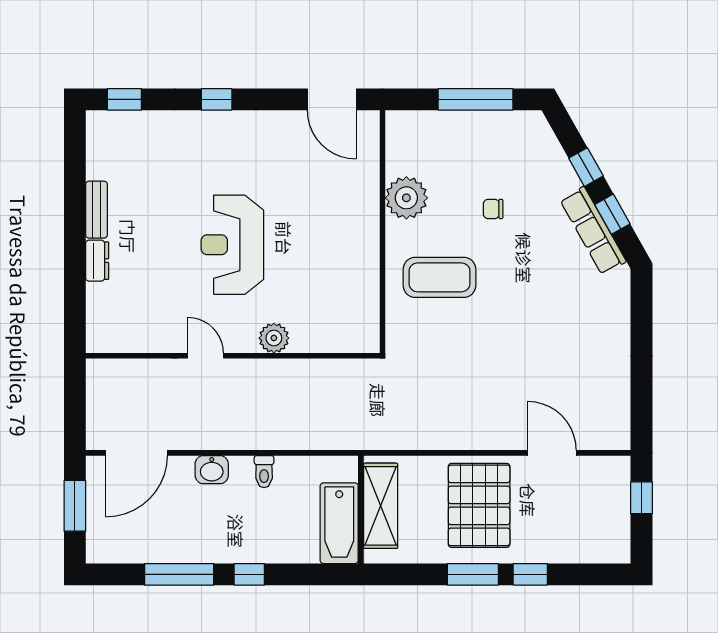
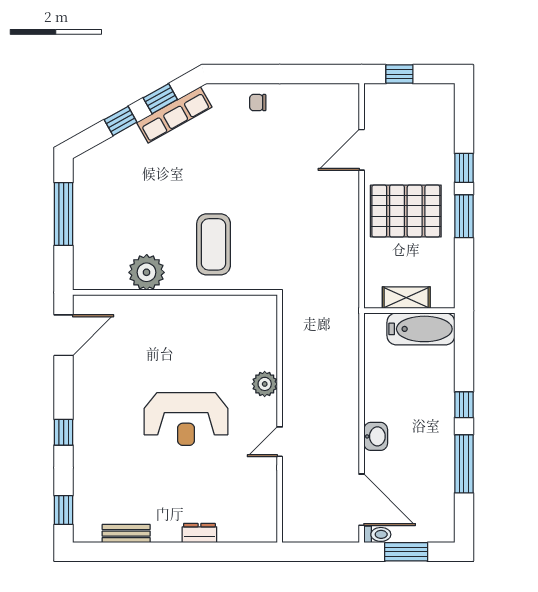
chair: (493, 209) -> (258, 103), moved, turned 90
bench: (96, 210) -> (126, 534), moved
toilet: (264, 472) -> (377, 534), moved
shelving: (381, 506) -> (406, 298), width x0.67, depth x0.75

